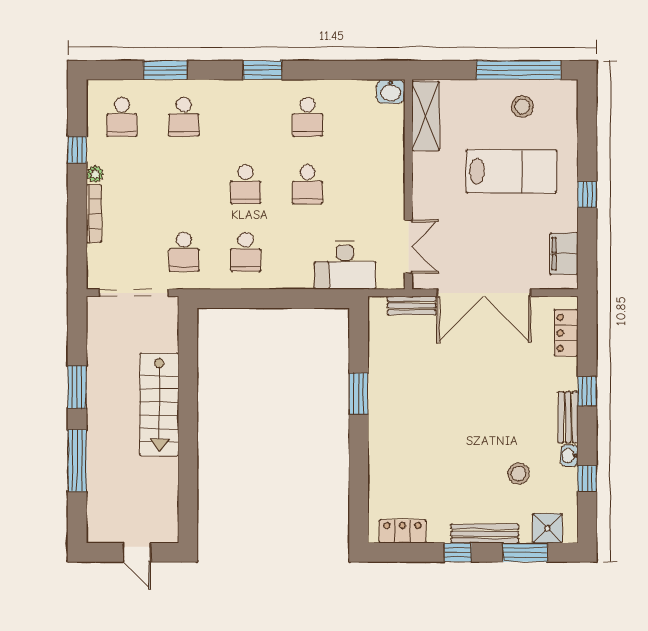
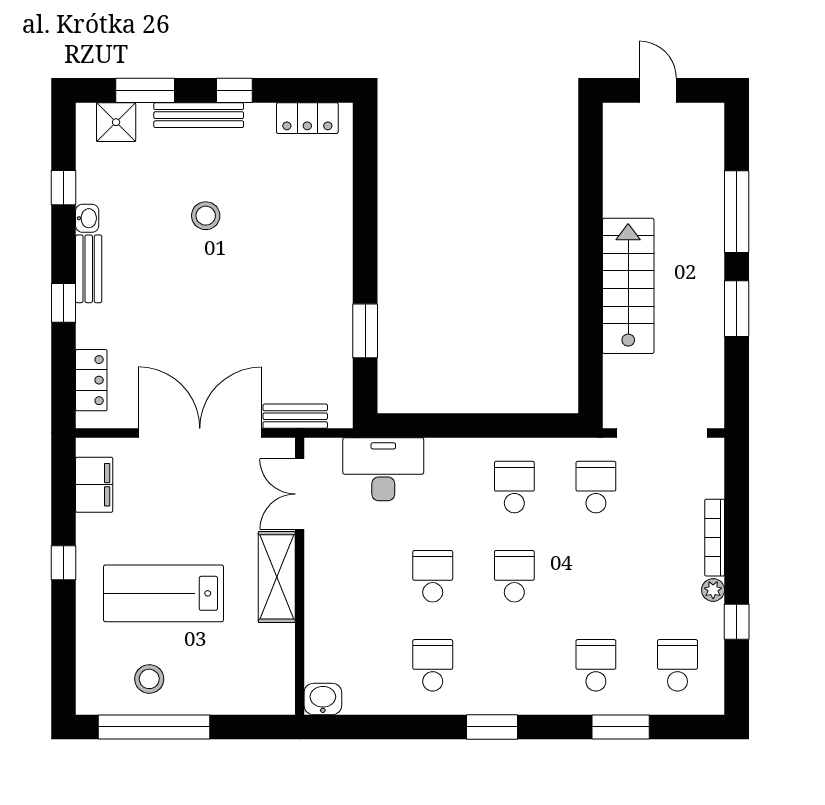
shelving: (426, 116) -> (277, 577), moved
window: (359, 394) -> (365, 331), moved
stool: (519, 474) -> (206, 216), moved

